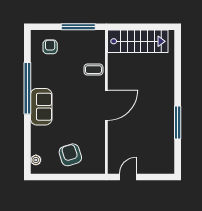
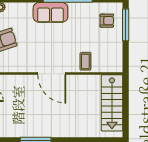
window: (78, 27) -> (126, 25), moved

